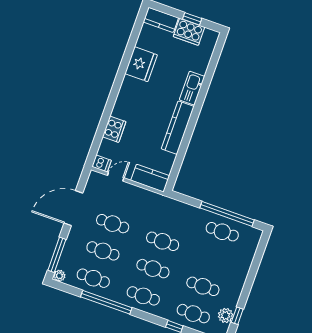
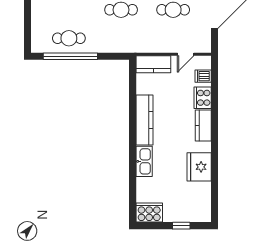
window: (192, 19) -> (181, 226), moved
kitchen counter: (161, 20) -> (203, 125), moved, turned -90
cooker: (189, 32) -> (149, 213), moved
dishwasher: (102, 163) -> (203, 76), moved

